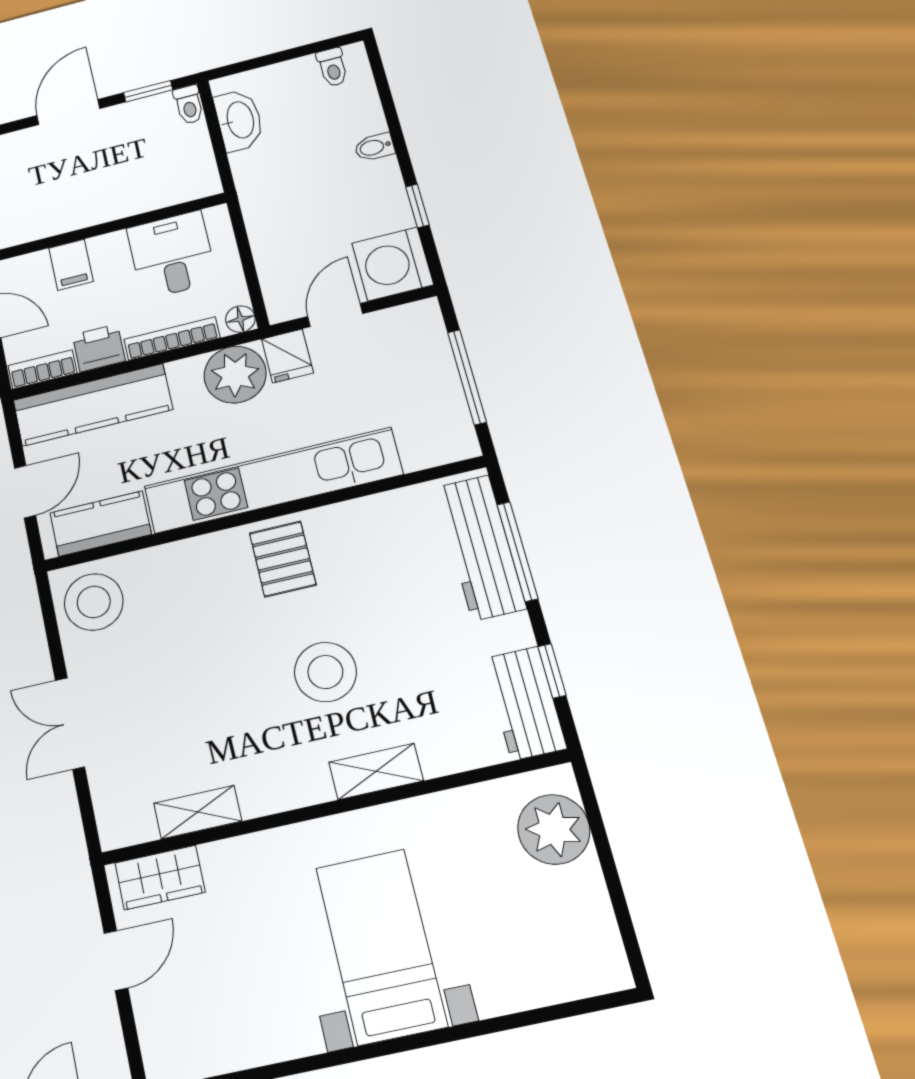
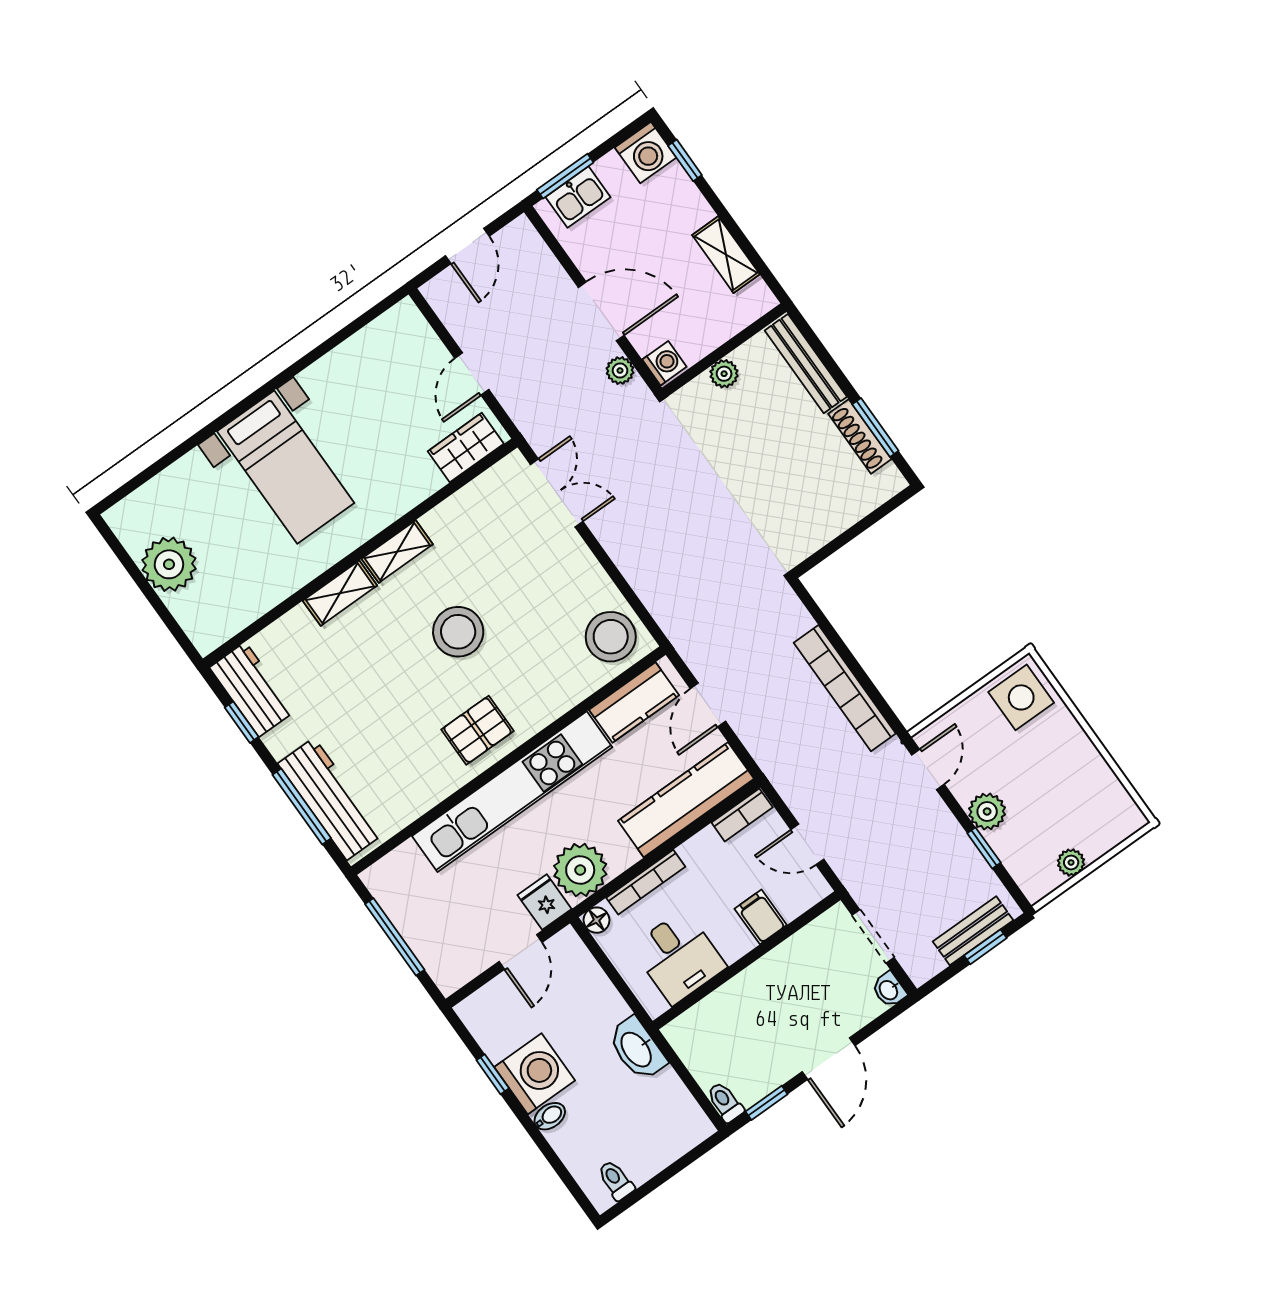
washbasin: (239, 120) -> (637, 1049), moved
washing machine: (393, 264) -> (535, 1074), moved
printer: (99, 348) -> (703, 851), removed
pallet: (283, 559) -> (477, 730), turned 90
stool: (325, 672) -> (458, 632), moved
double door: (70, 723) -> (557, 493), moved
shelving: (198, 812) -> (397, 552), moved
plant: (554, 829) -> (169, 564), moved

